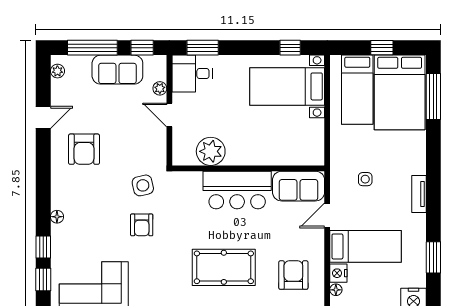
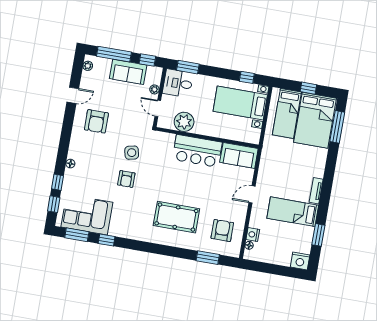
plant: (211, 151) -> (184, 122), moved
wall: (248, 168) -> (207, 138), moved
side table: (365, 179) -> (282, 174), removed
sofa: (299, 186) -> (239, 155), moved
bar counter: (237, 190) -> (197, 151), moved
bed: (366, 246) -> (293, 212), moved, turned 180

